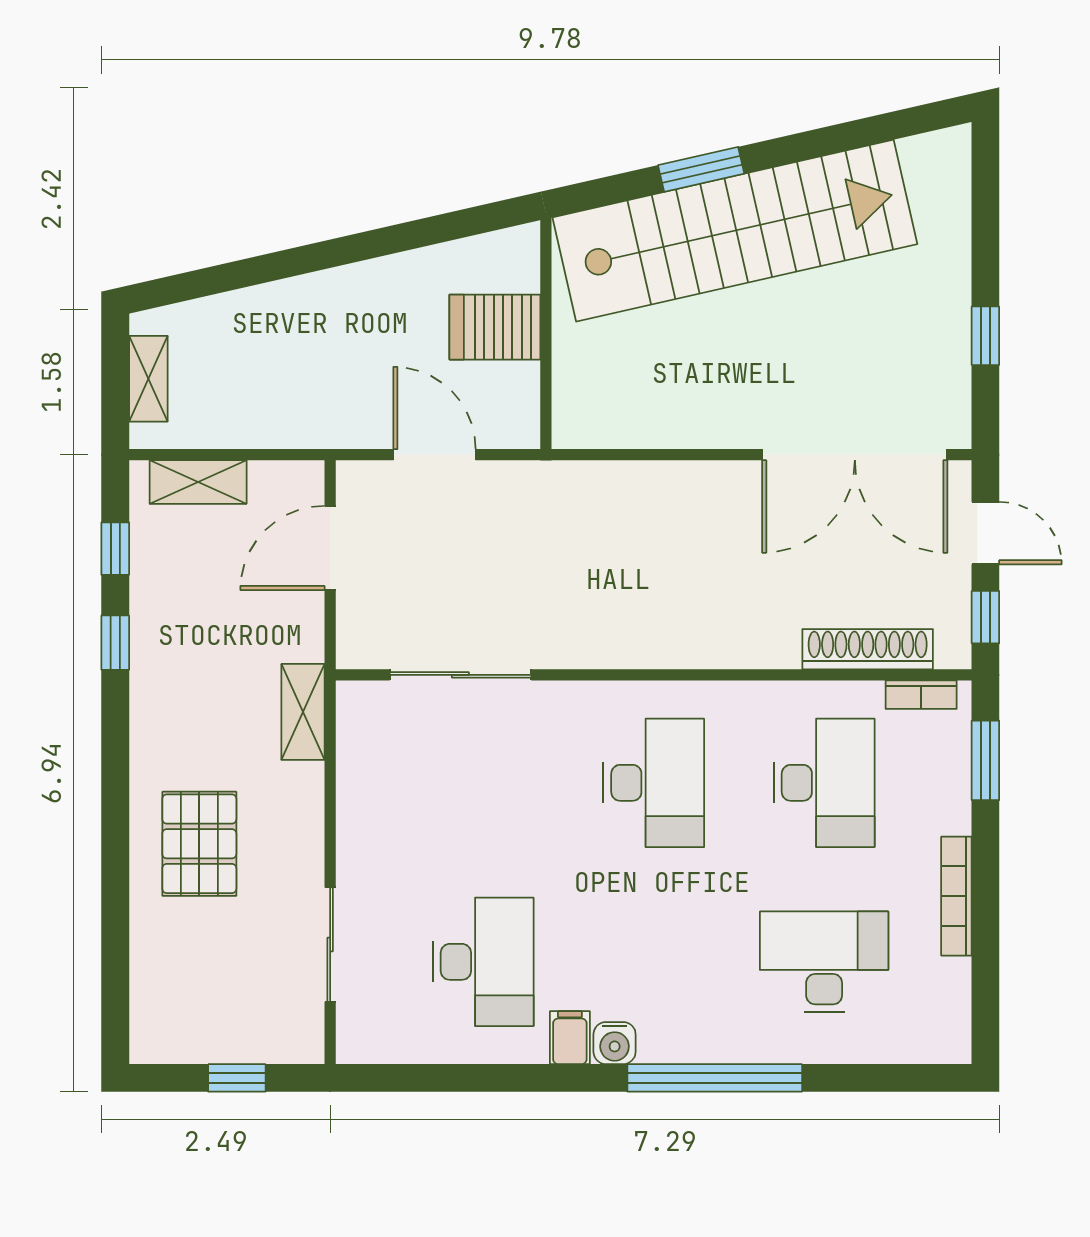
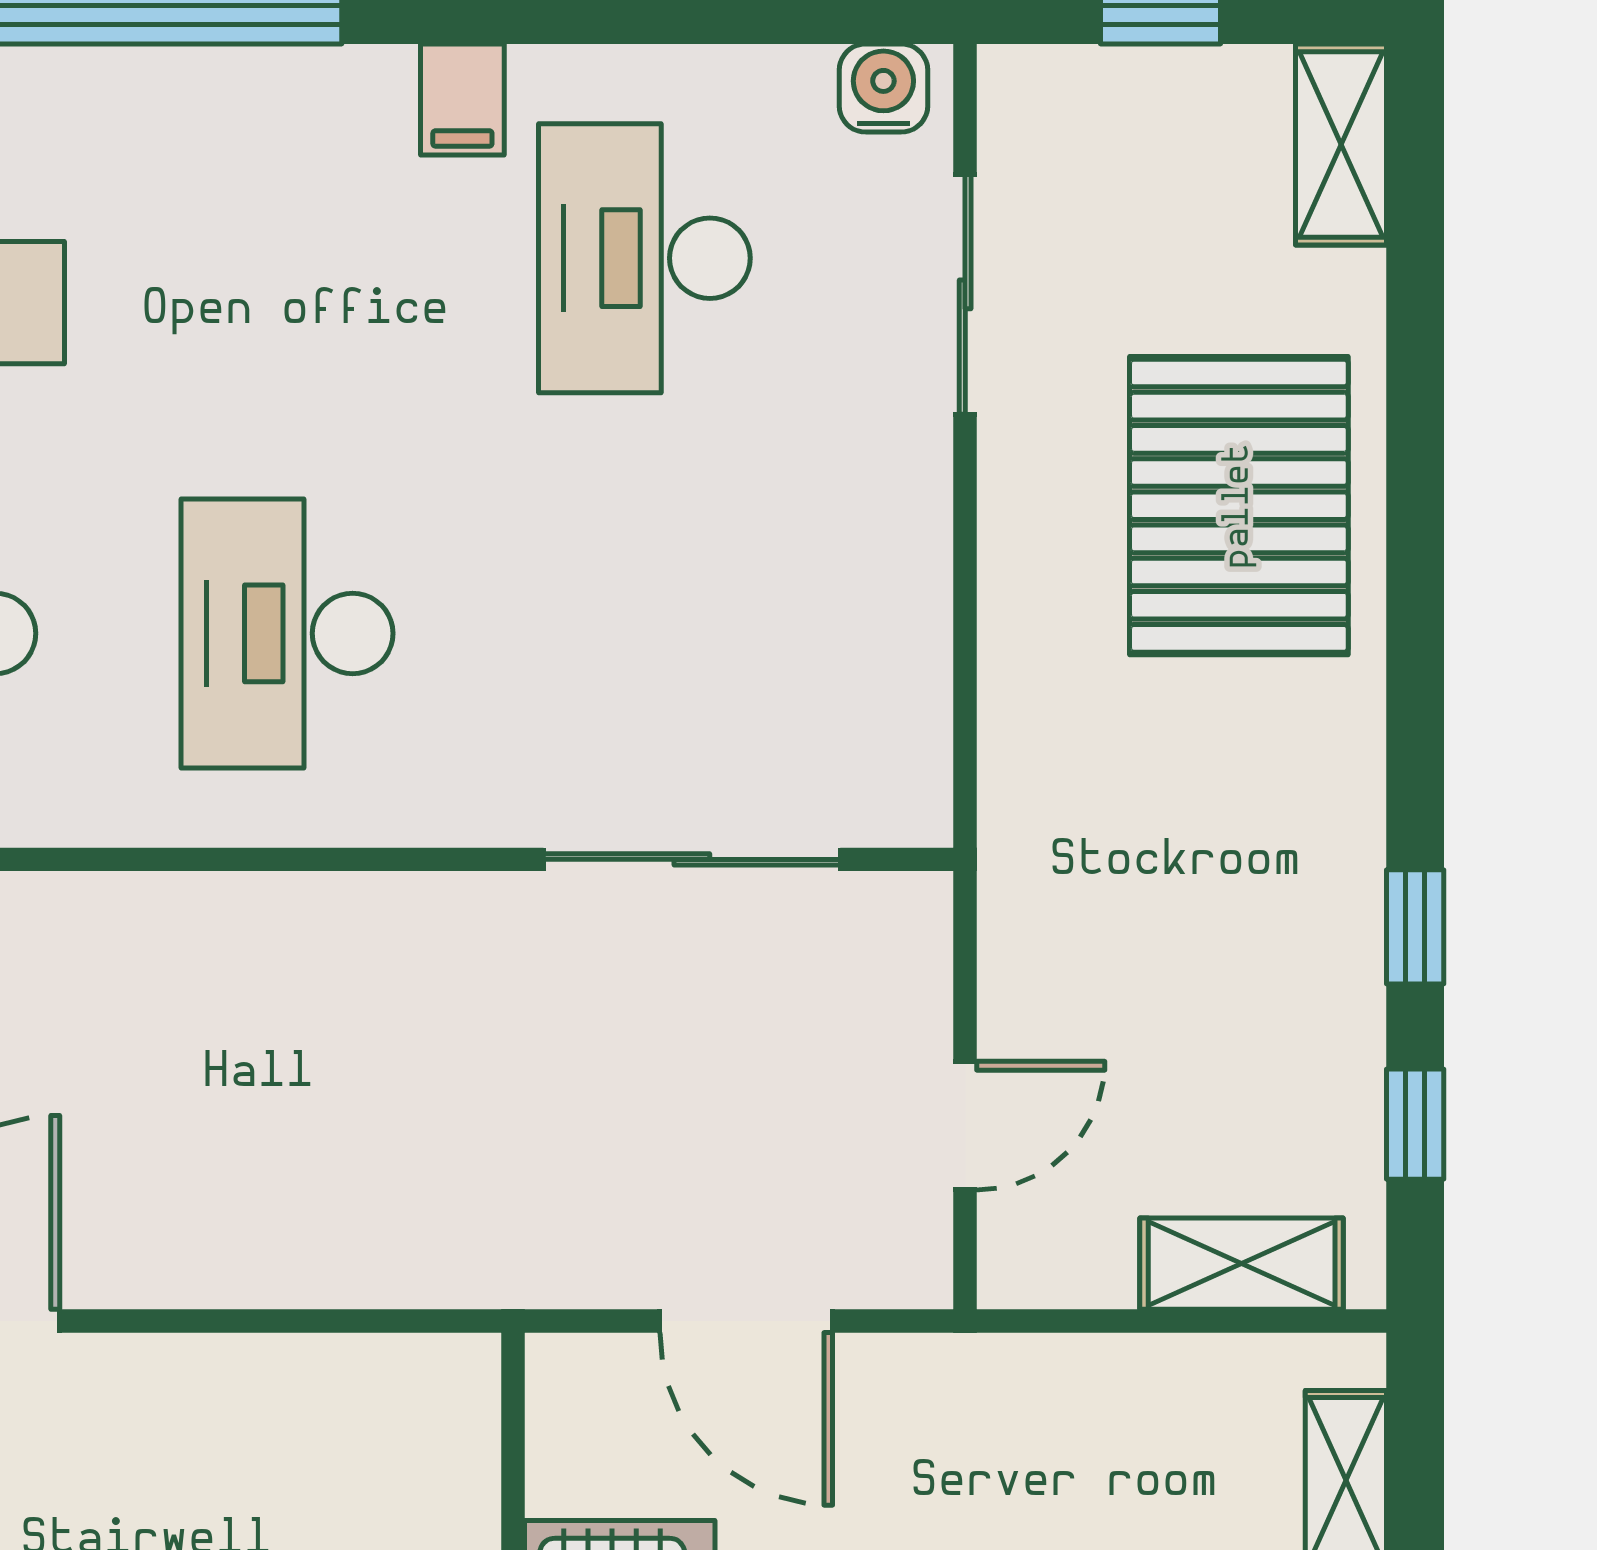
door: (330, 548) -> (965, 1126), width x0.73
shelving: (303, 712) -> (1341, 144), moved
pallet: (199, 844) -> (1239, 506), width x1.37, depth x1.41
water cooler: (615, 1043) -> (883, 88), moved

